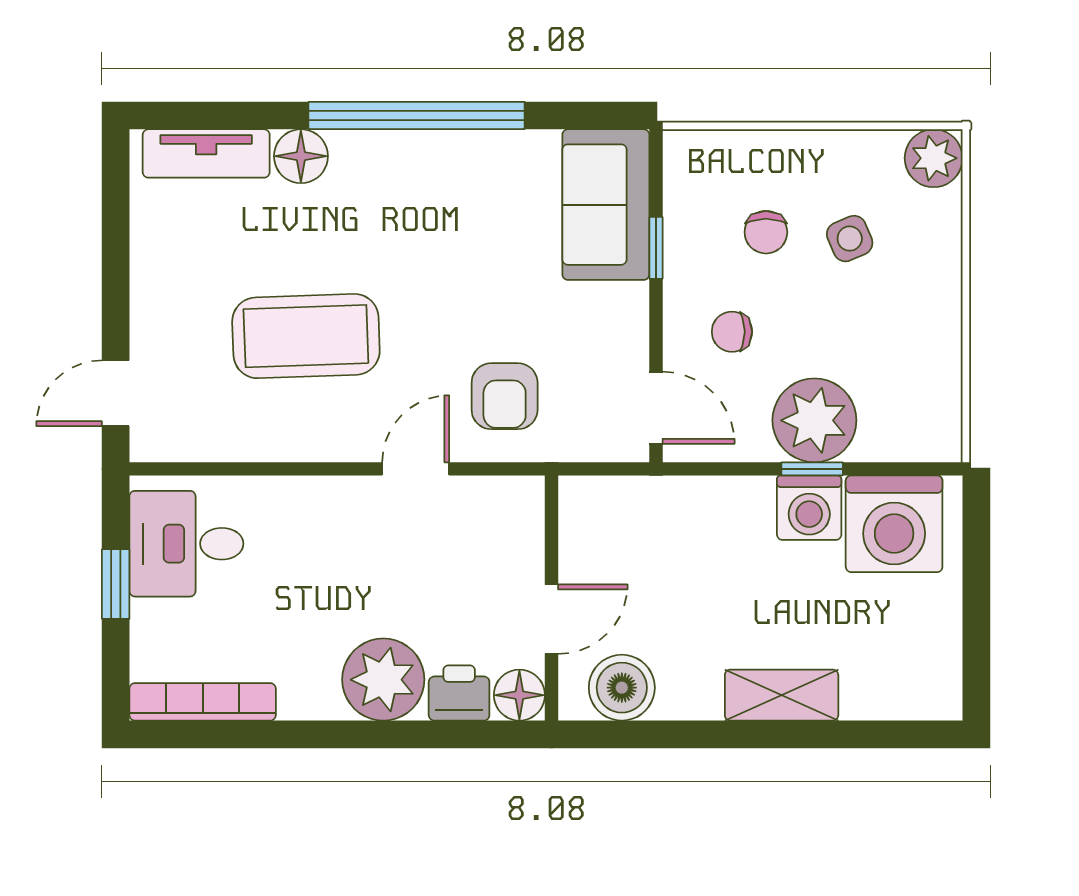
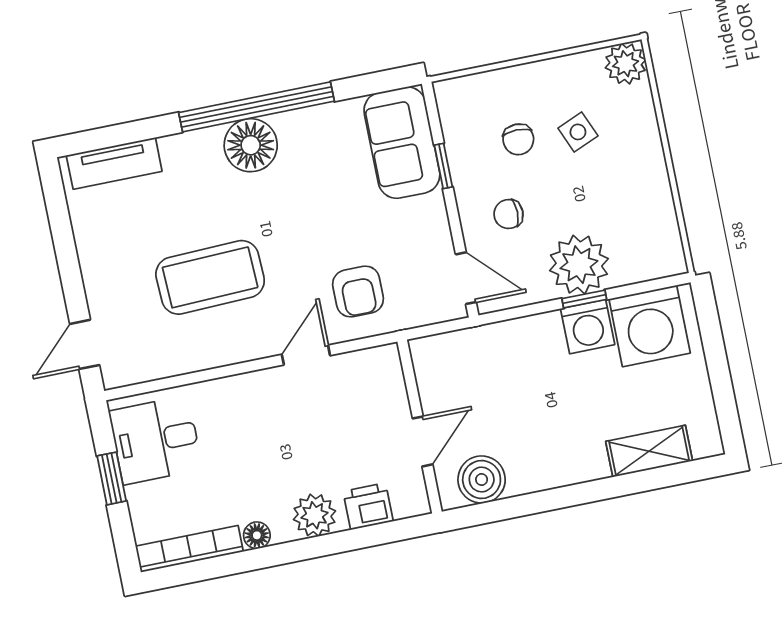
floor lamp: (301, 156) -> (251, 145), moved, width x1.38, depth x1.38
plant: (383, 680) -> (315, 515), width x0.73, depth x0.73
floor lamp: (519, 695) -> (257, 535), moved, width x0.73, depth x0.73
shelving: (782, 695) -> (649, 451), moved

